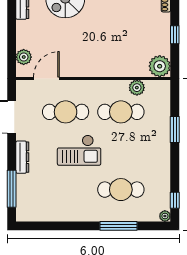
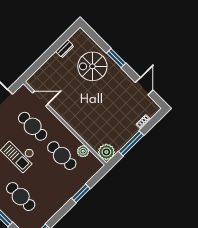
window: (175, 35) -> (131, 143), width x2.17
plant: (24, 57) -> (40, 75), removed

